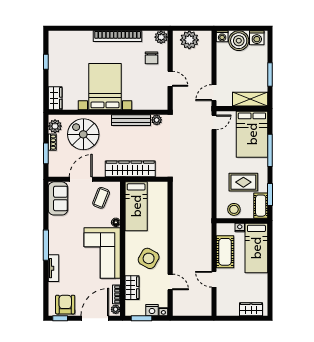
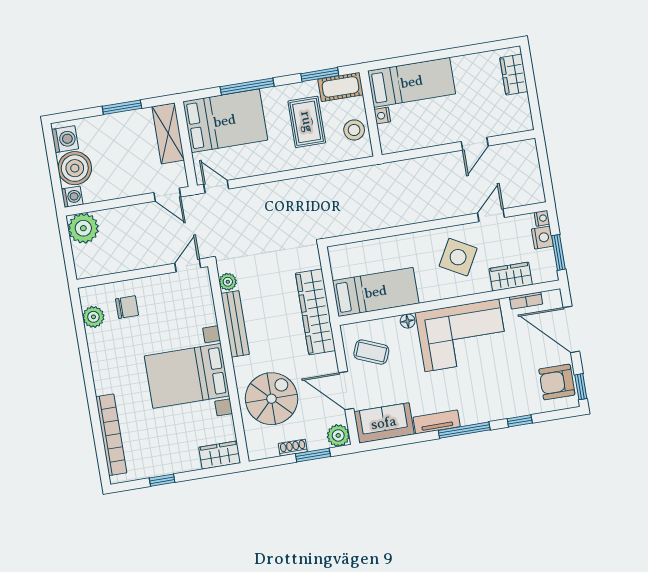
bookcase: (118, 36) -> (111, 435), moved
plant: (161, 37) -> (93, 317), moved
plant: (189, 40) -> (83, 228), moved
door: (170, 79) -> (188, 266), moved
plant: (55, 126) -> (338, 435), moved
spiral stairs: (83, 134) -> (271, 399), turned 180
cot: (225, 252) -> (426, 133), removed
tv unit: (53, 268) -> (437, 422), moved
window: (46, 279) -> (520, 421), added
plant: (116, 309) -> (551, 298), removed

